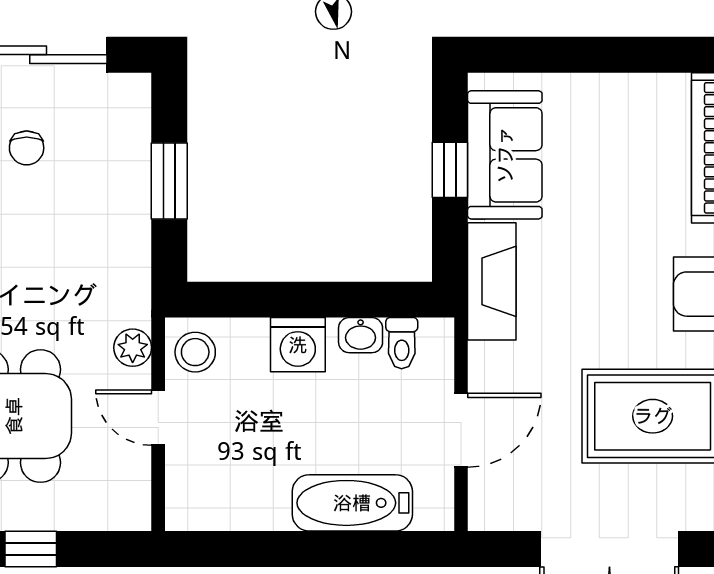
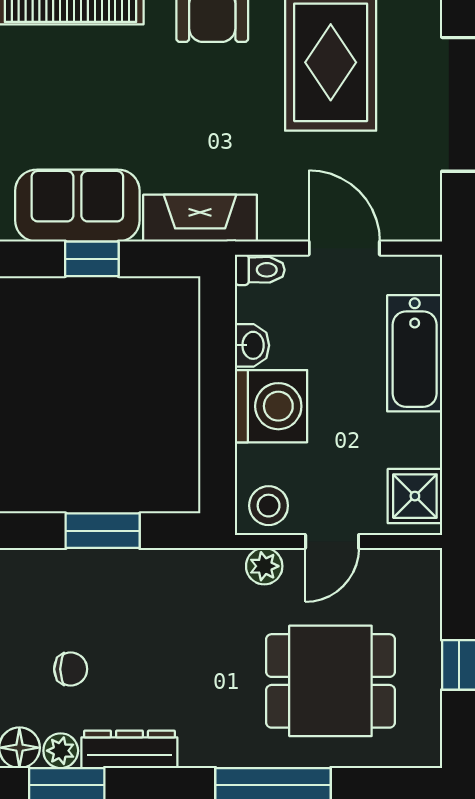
toilet: (402, 343) -> (260, 270), moved
washing machine: (298, 345) -> (271, 406), width x1.37, depth x1.37
shower: (205, 503) -> (415, 496), added

